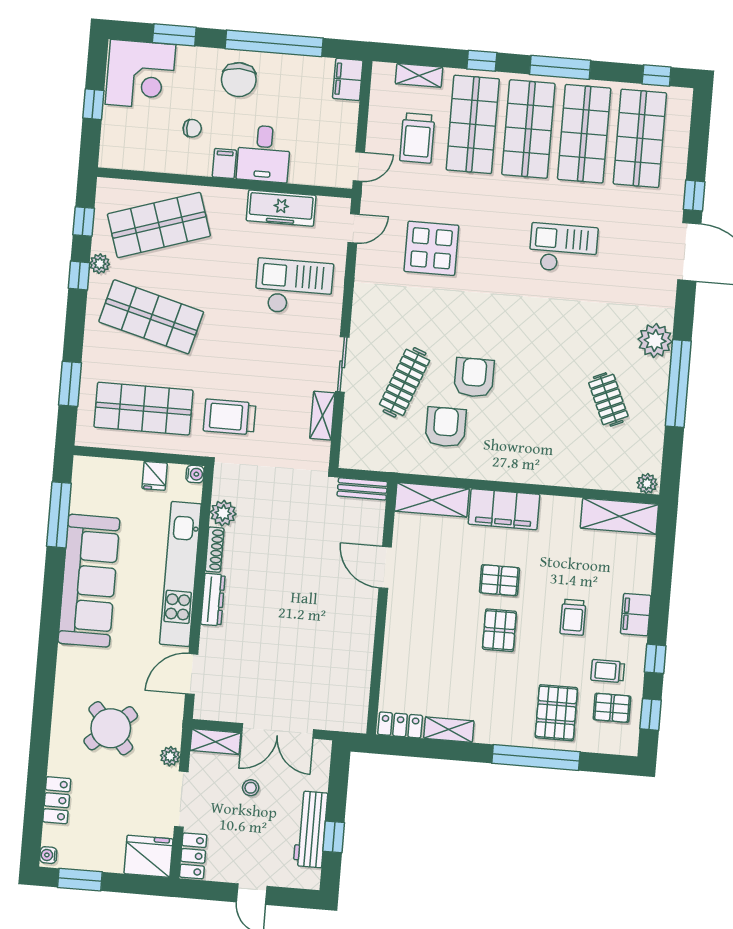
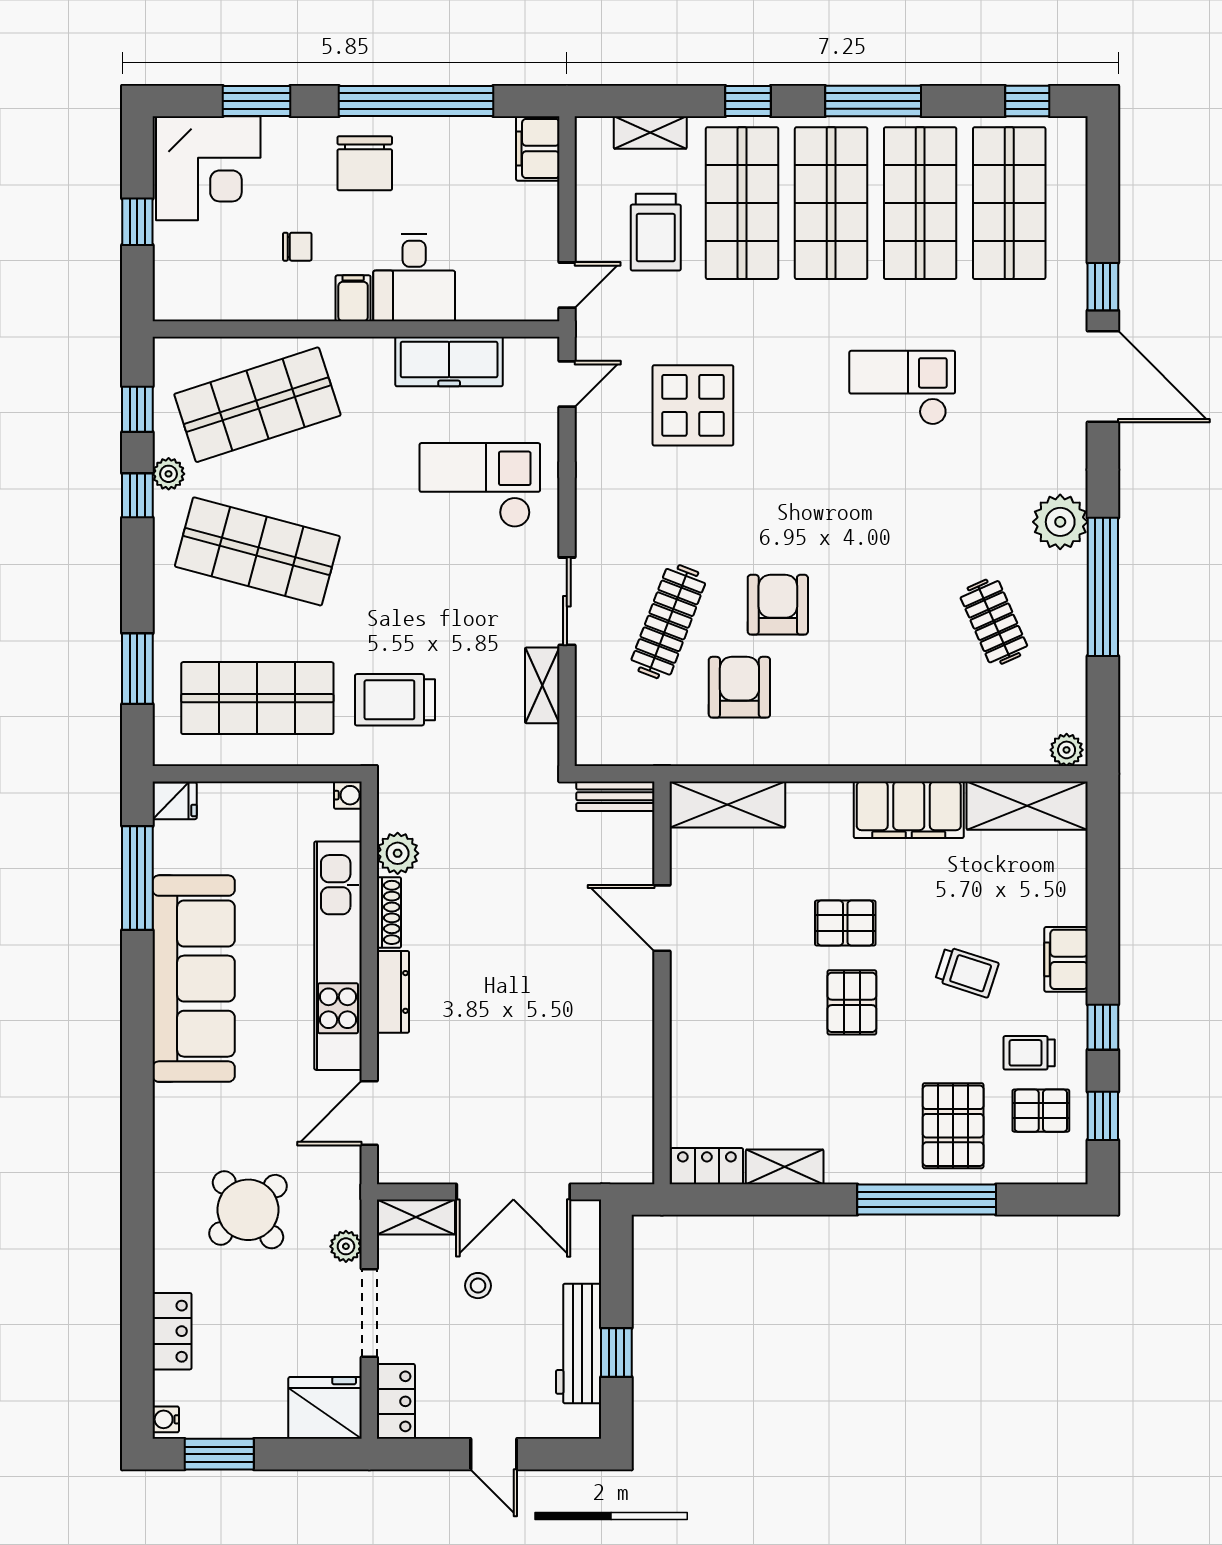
fridge: (155, 476) -> (175, 801), moved, turned -90
filing cabinet: (504, 509) -> (909, 810), moved
trolley: (573, 617) -> (967, 972), turned -72

